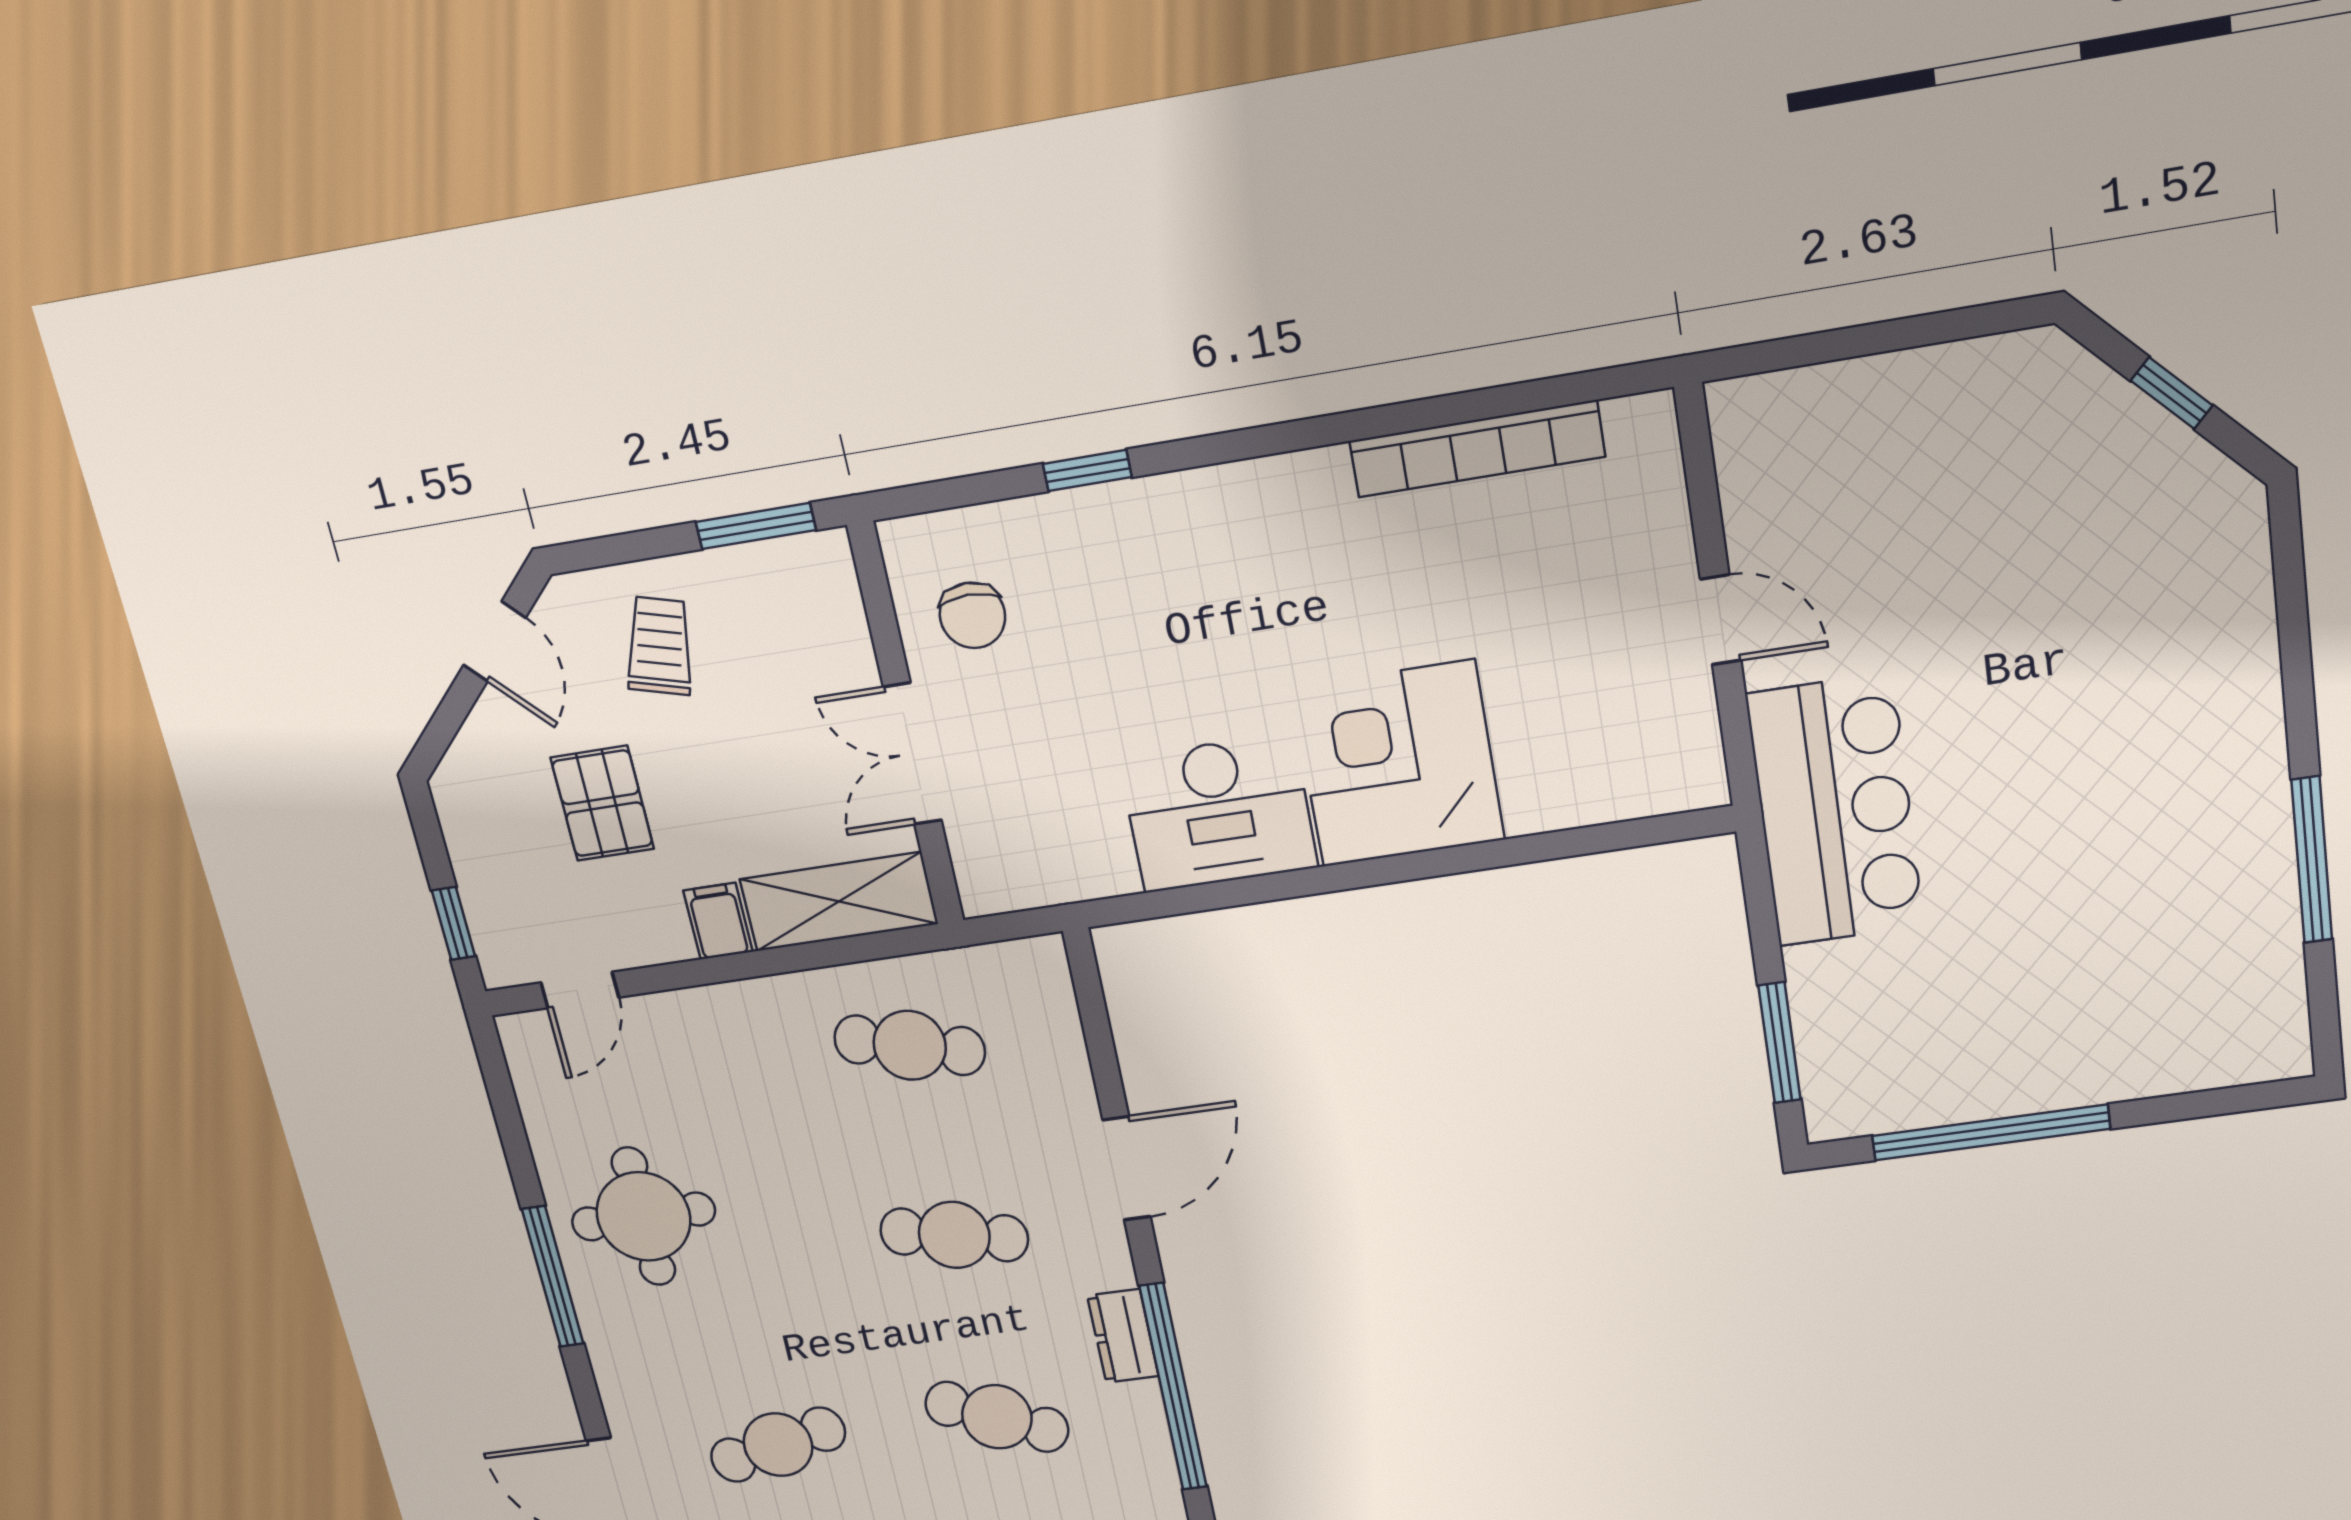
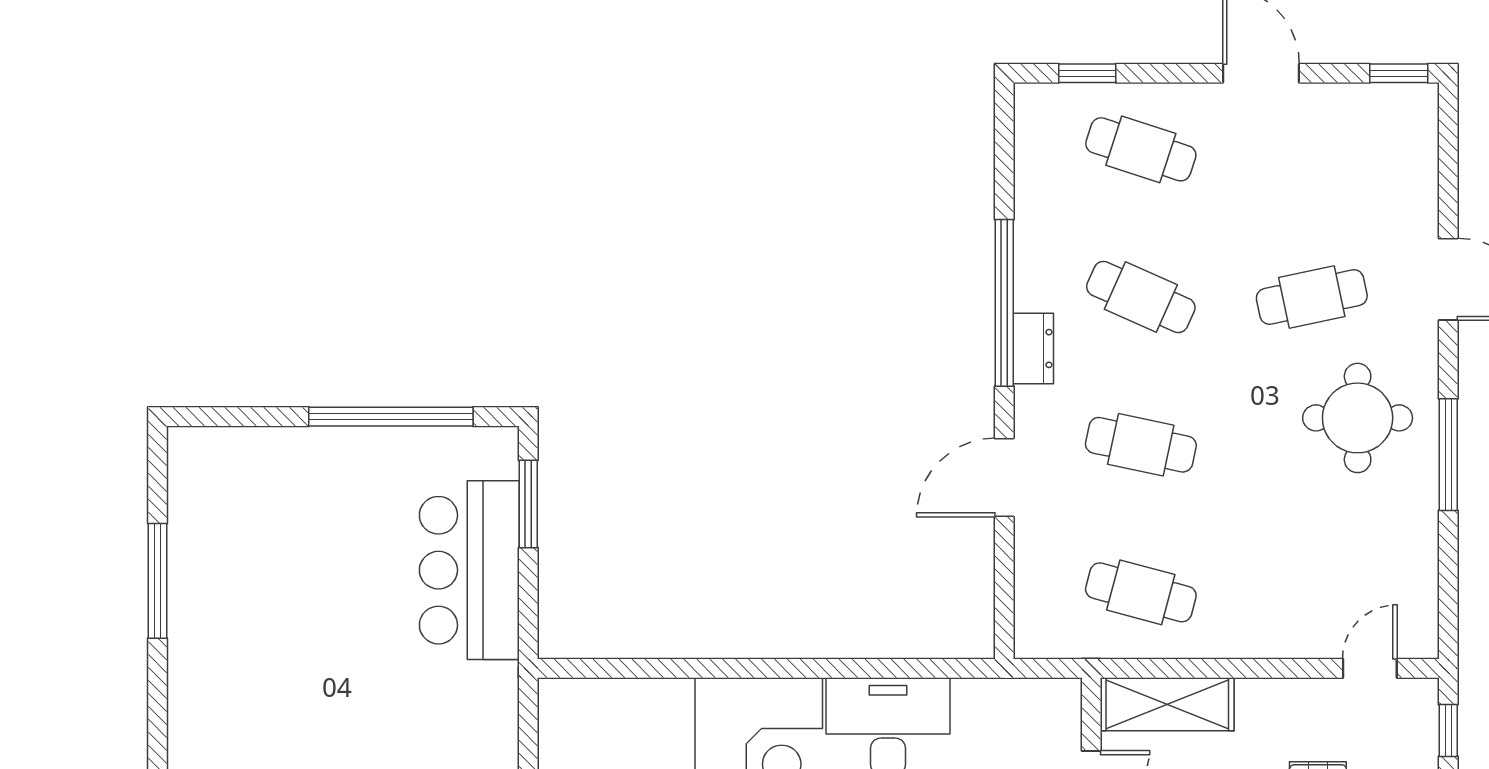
bar counter: (1835, 811) -> (469, 570), moved
filing cabinet: (718, 921) -> (1257, 703), removed
round table: (643, 1216) -> (1358, 418), moved

